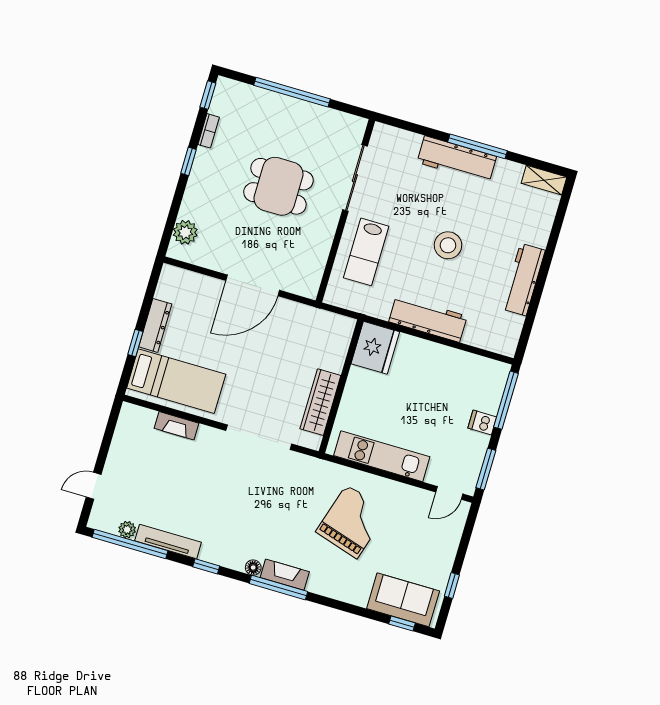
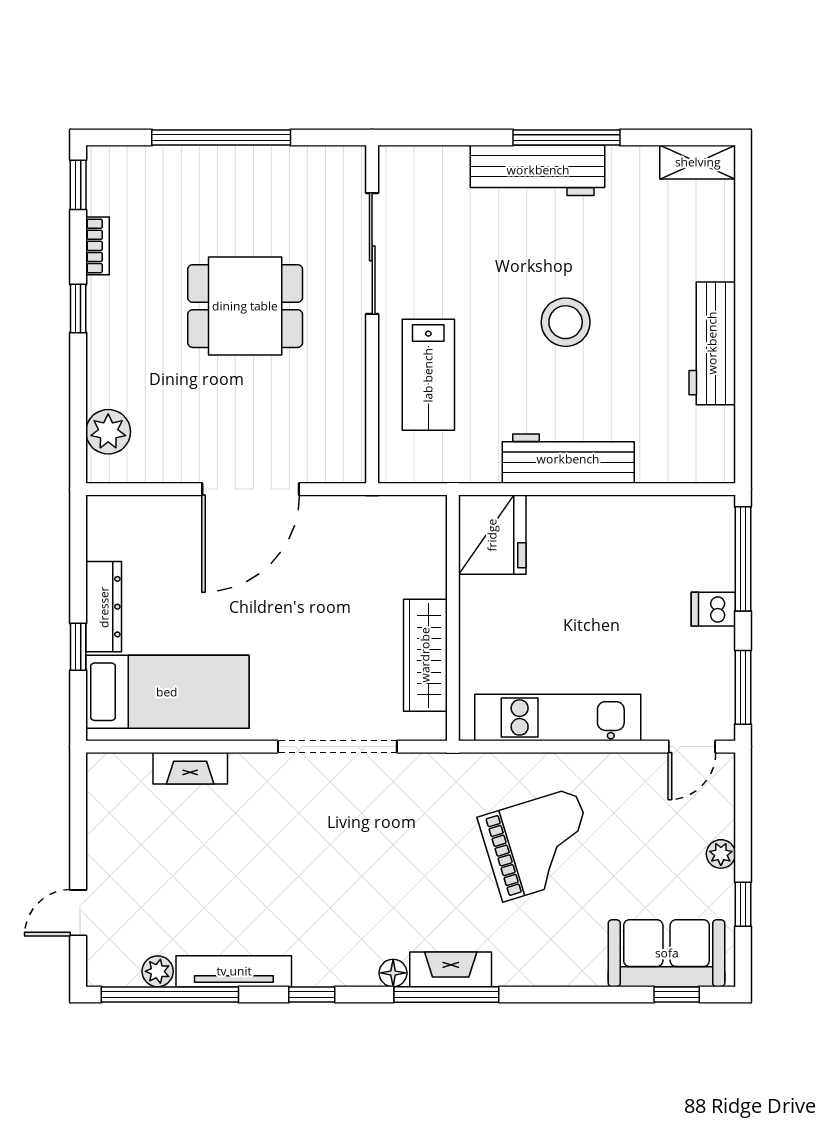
grand piano: (352, 522) -> (539, 845), turned 56
plant: (448, 555) -> (721, 854), added

